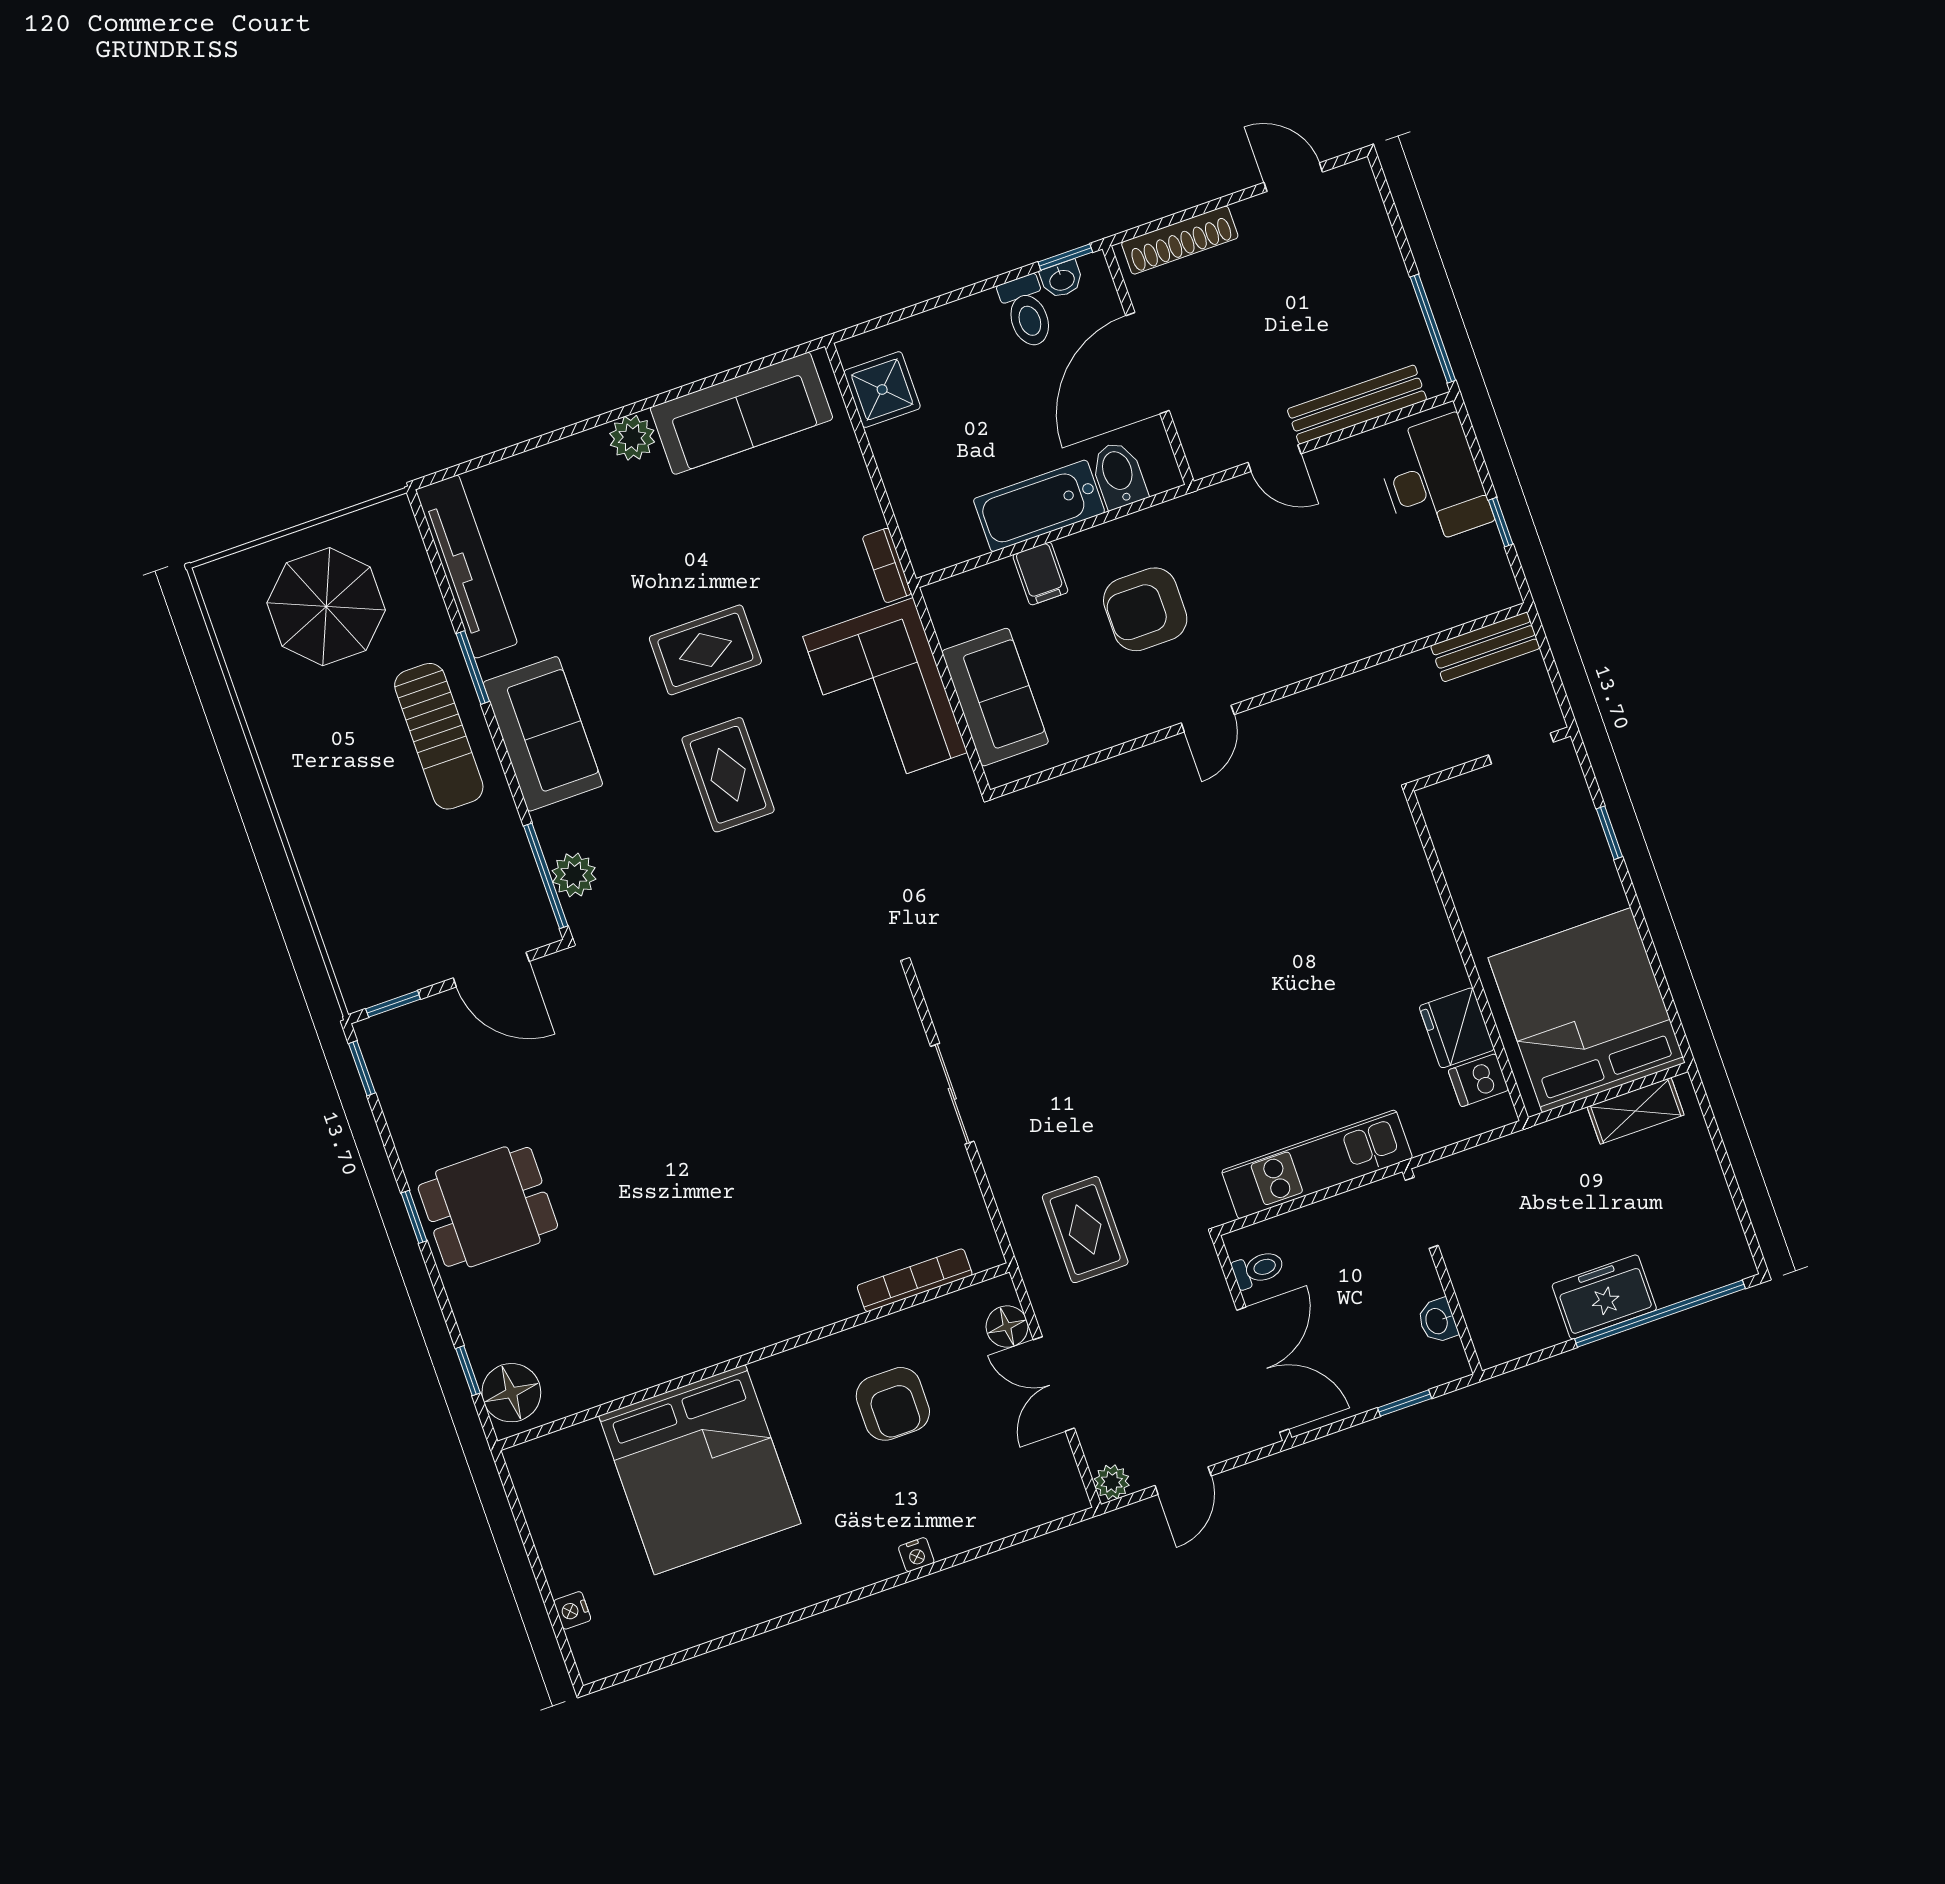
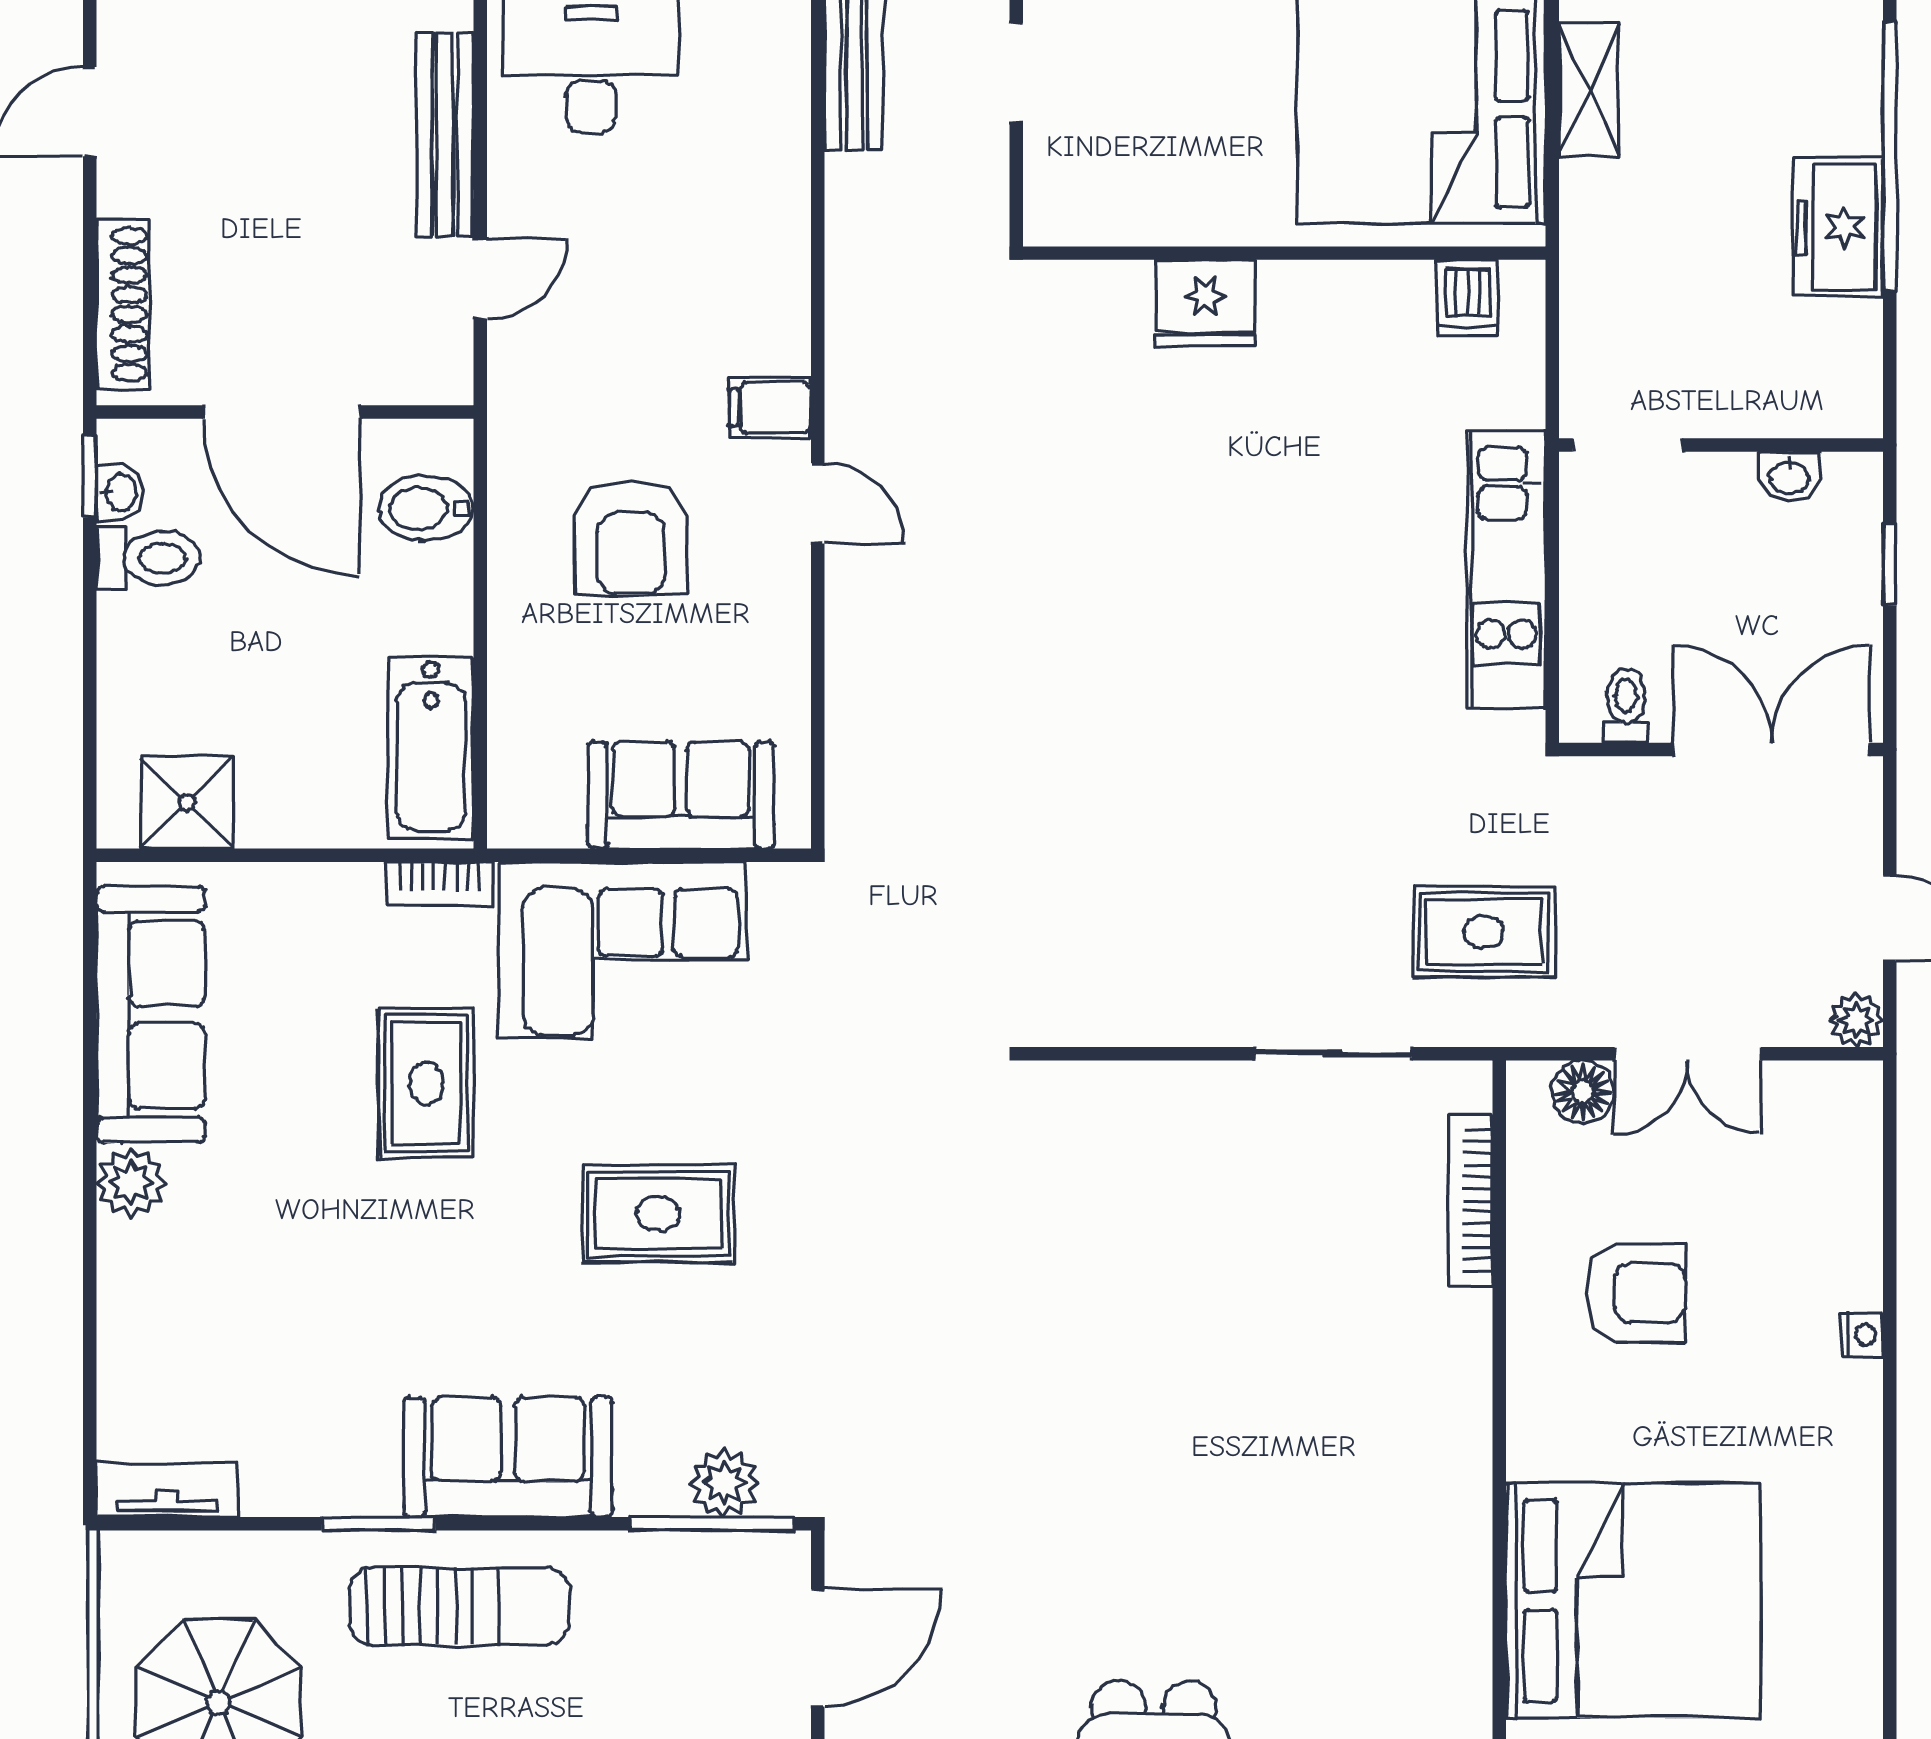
bathtub: (1039, 506) -> (431, 748), moved
tv unit: (466, 567) -> (167, 1490), width x0.52, depth x0.78
filing cabinet: (1040, 574) -> (770, 408), moved, turned 180
rug: (705, 650) -> (426, 1083), moved
fridge: (1457, 1028) -> (1205, 303), moved
sliding door: (952, 1094) -> (1333, 1054), moved

